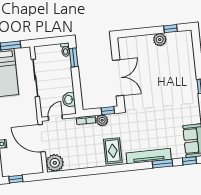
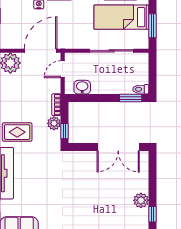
double door: (118, 78) -> (118, 147), moved
door: (55, 118) -> (63, 69), swing flipped

